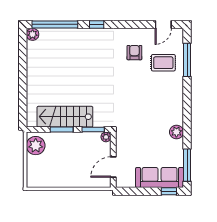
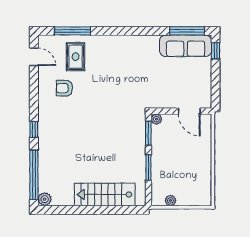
stairs: (65, 117) -> (105, 194), moved, turned 90
plant: (176, 132) -> (151, 42), removed
plant: (36, 146) -> (170, 200), width x0.53, depth x0.53
sofa: (160, 177) -> (186, 46), moved, turned -90

